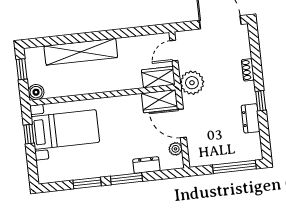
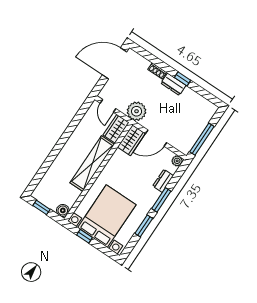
shelving: (81, 52) -> (92, 164), moved
dresser: (250, 118) -> (173, 84), moved
bed with nightstands: (65, 129) -> (107, 216), width x1.36
plant: (176, 149) -> (177, 161), moved
window: (234, 167) -> (202, 139), moved

